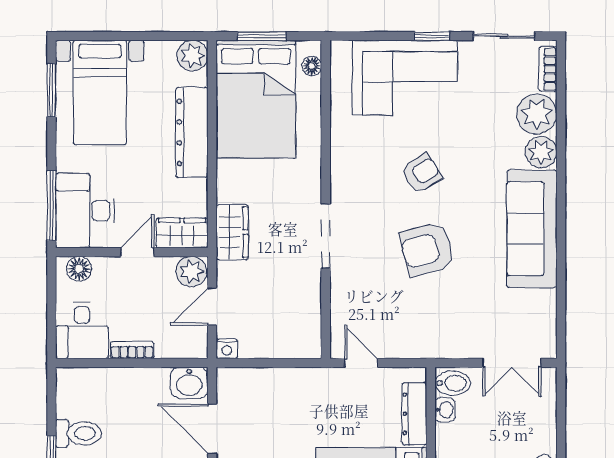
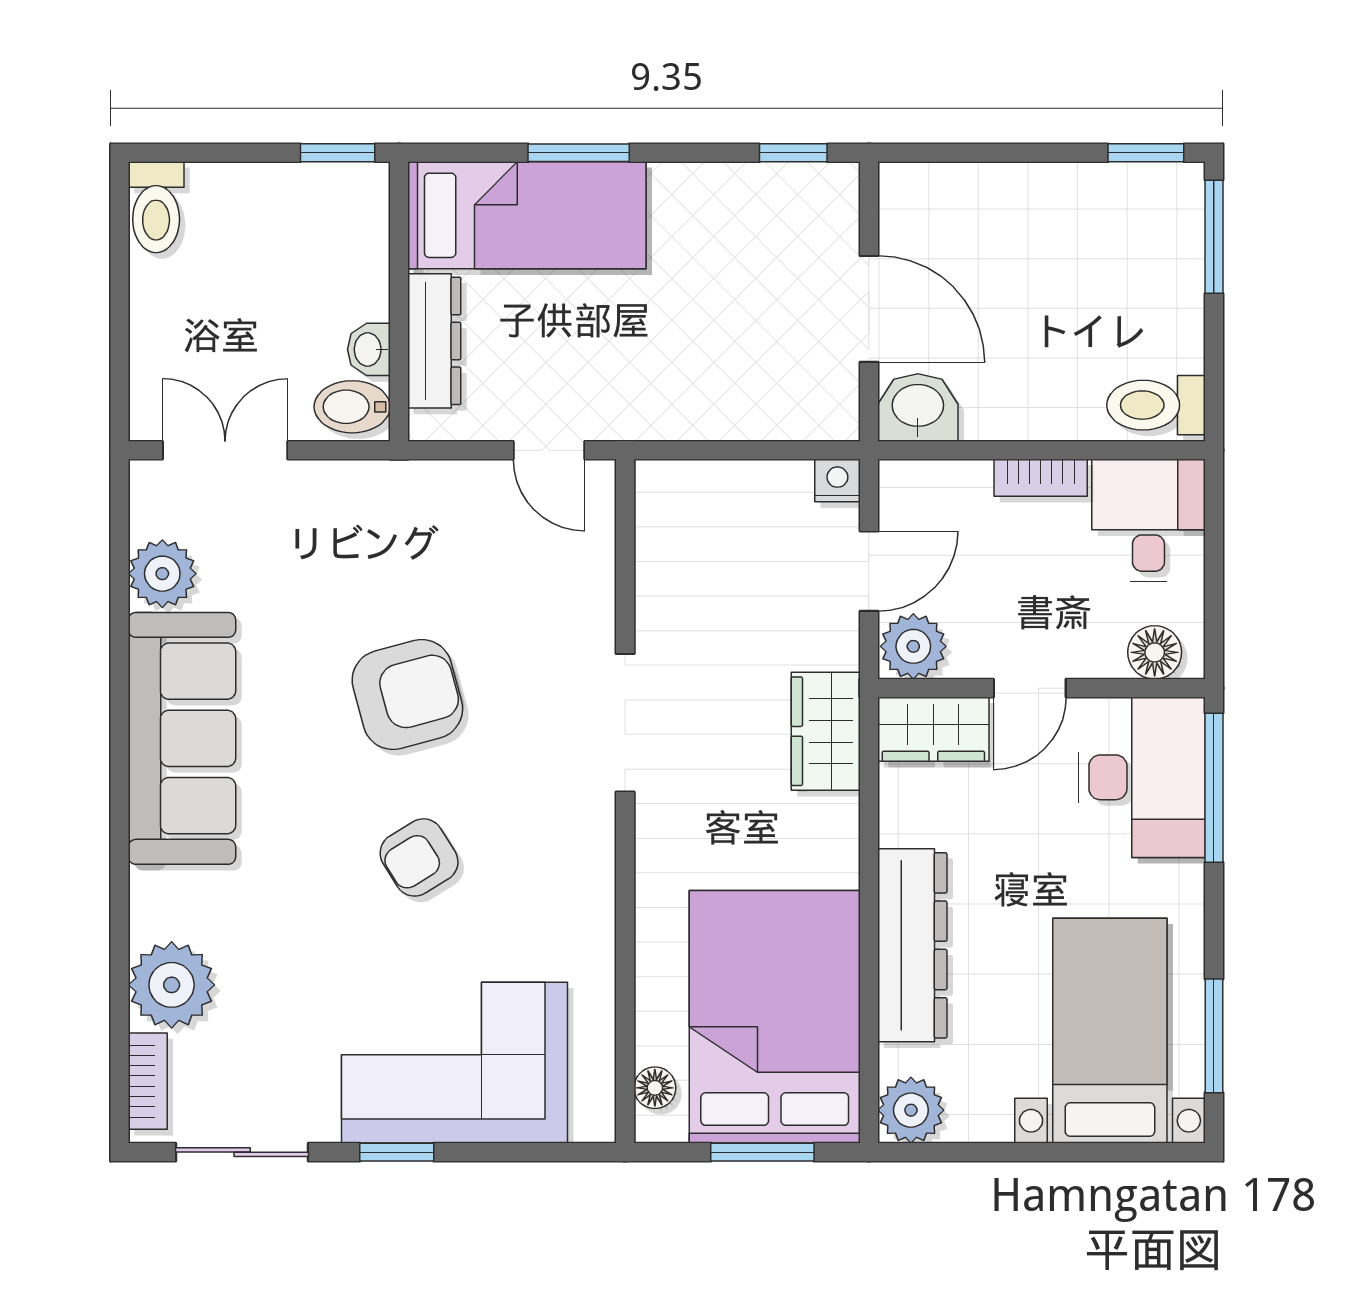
plant: (541, 152) -> (162, 574), moved
toilet: (78, 433) -> (1156, 405), moved

